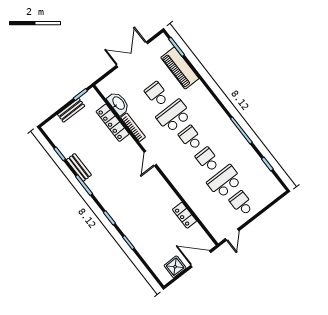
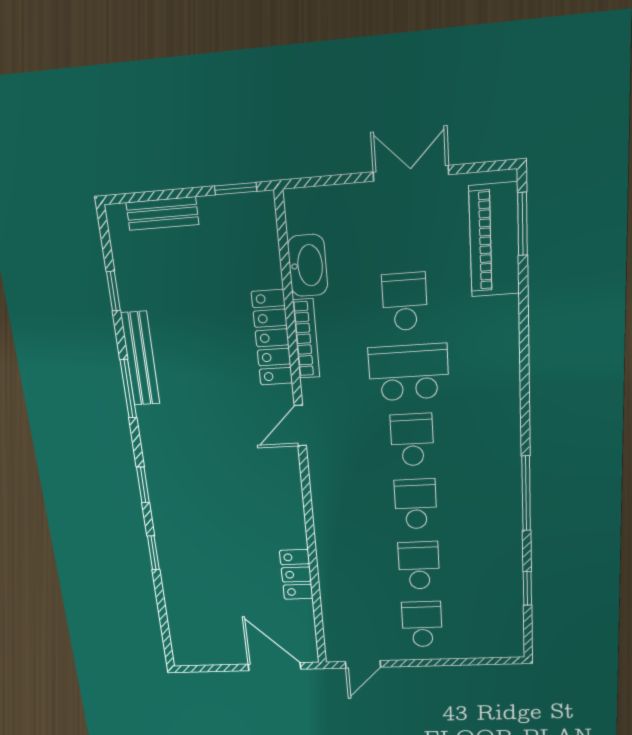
double door: (132, 55) -> (411, 173), width x0.73
piano: (180, 68) -> (494, 240), moved
bench: (71, 110) -> (162, 214), moved
locker: (113, 123) -> (272, 338), moved
bench: (79, 167) -> (140, 359), width x1.36
school desk: (225, 182) -> (419, 565), width x0.54
shower: (175, 267) -> (216, 649), removed

